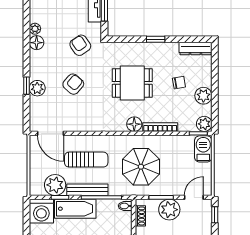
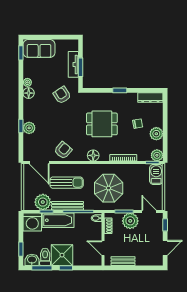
armchair: (73, 84) -> (63, 150), moved
floor lamp: (134, 124) -> (93, 155), moved
door: (194, 197) -> (149, 211), hinge flipped

